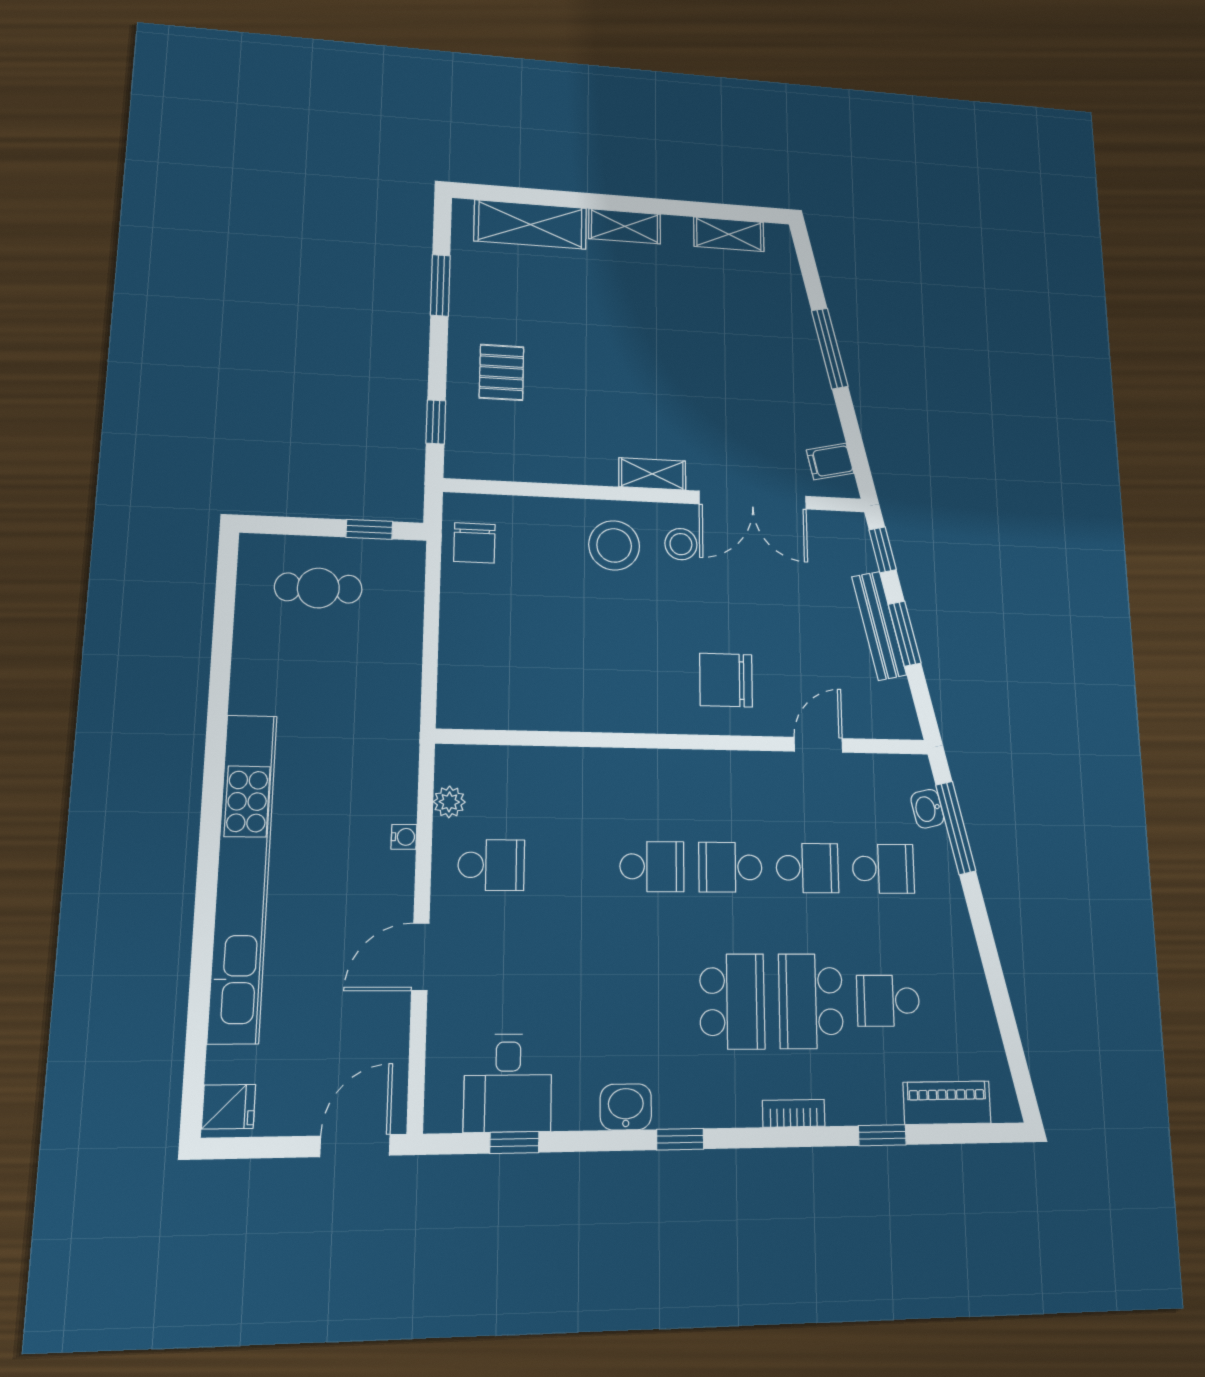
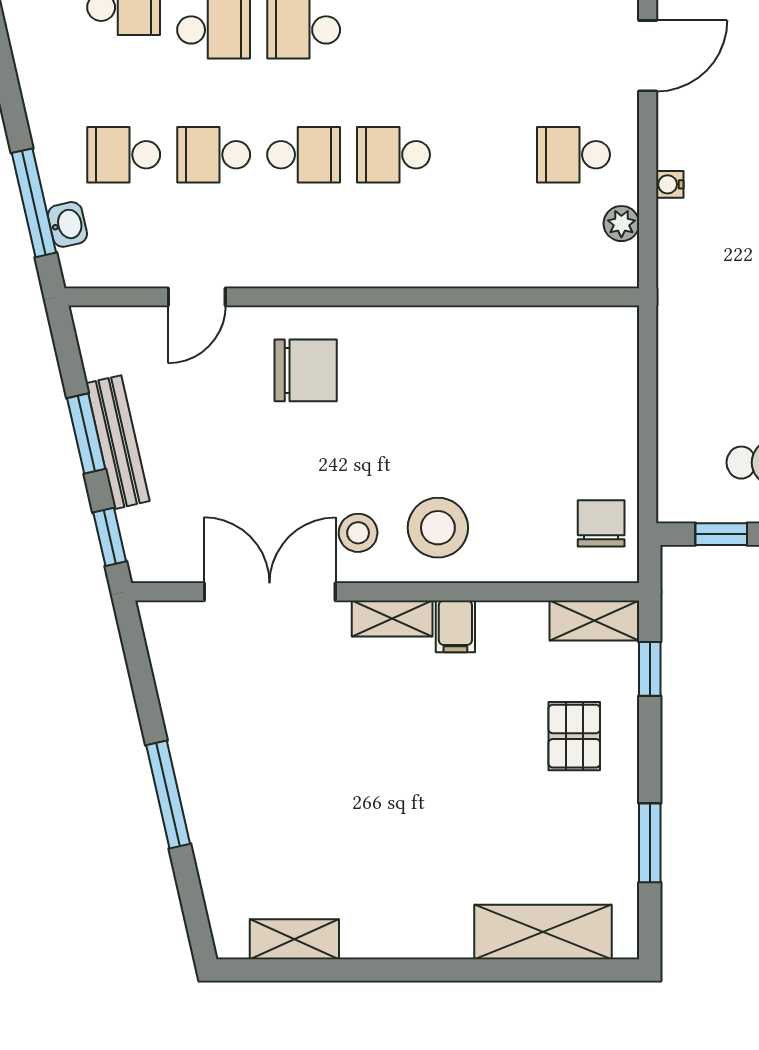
shelving: (625, 226) -> (594, 620), moved
filing cabinet: (830, 462) -> (455, 626), moved, turned 103

